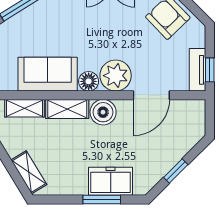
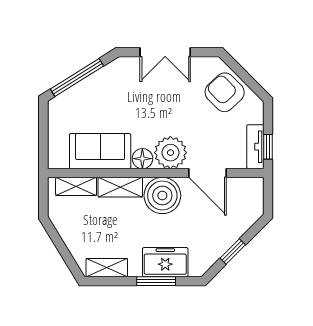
door: (151, 95) -> (207, 173), hinge flipped
boiler: (103, 112) -> (162, 195), width x1.37, depth x1.37
shelving: (29, 172) -> (107, 268), moved, turned -59

